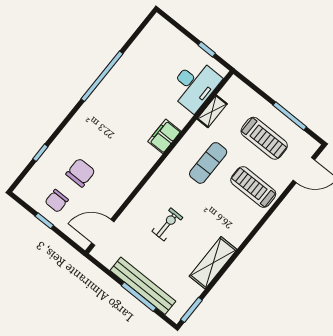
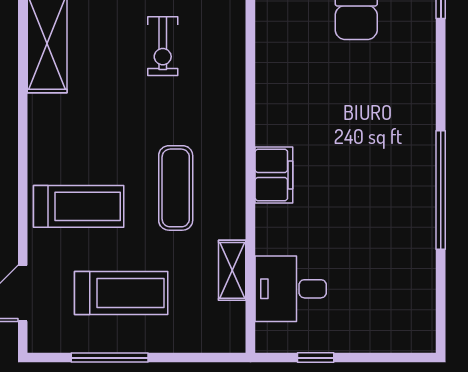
desk: (194, 85) -> (291, 289), width x0.73
treadmill: (264, 138) -> (121, 293), turned 180

